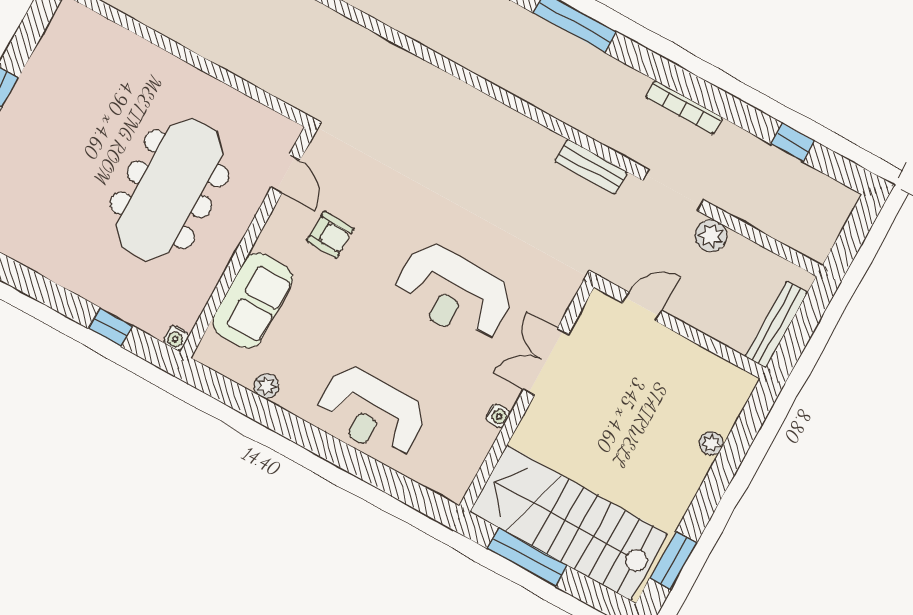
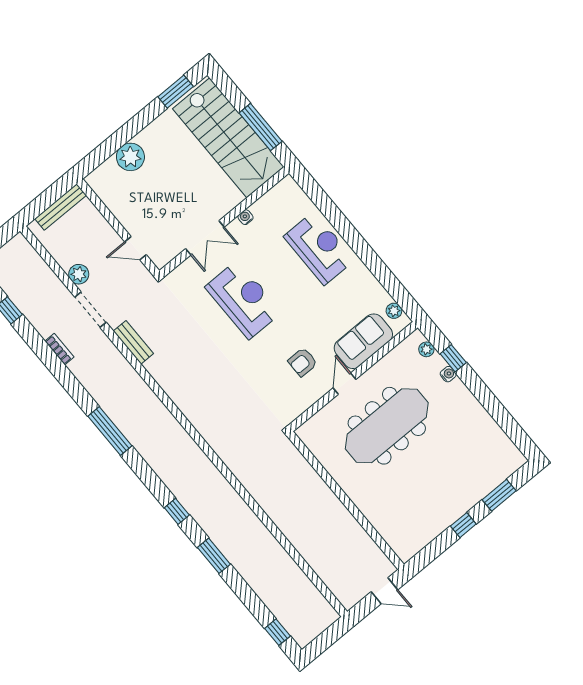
bookcase: (684, 107) -> (59, 349), width x0.64
door: (286, 174) -> (345, 384), moved
armchair: (330, 235) -> (303, 362), turned -92
plant: (155, 325) -> (426, 349), added
water cooler: (176, 338) -> (448, 374), moved
plant: (266, 386) -> (394, 311), moved
plant: (711, 443) -> (130, 157), width x1.87, depth x1.87

